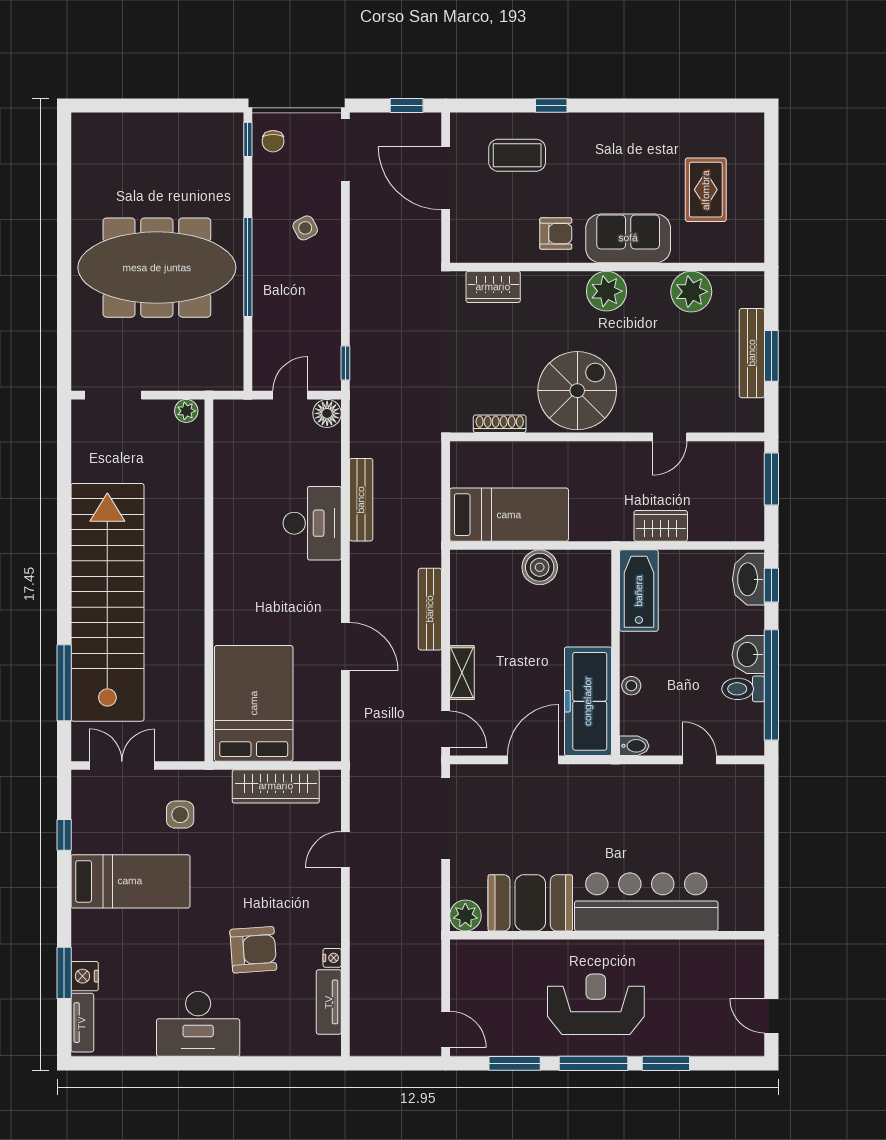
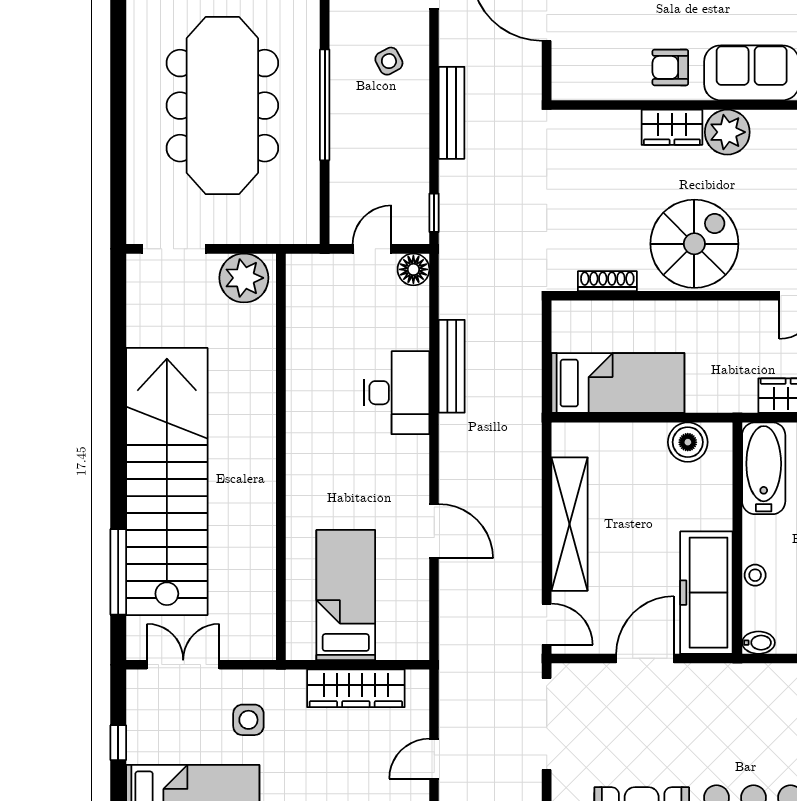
armchair: (556, 234) -> (670, 67), turned 180
meeting table: (157, 268) -> (222, 106), turned 90
wardrobe: (493, 287) -> (672, 127), moved
plant: (186, 411) -> (244, 278), width x1.88, depth x1.88
boiler: (540, 567) -> (688, 442), moved
bench: (430, 609) -> (452, 113), moved
shelving: (462, 673) -> (569, 524), width x2.20, depth x1.33
bed: (254, 703) -> (346, 595), width x0.67

